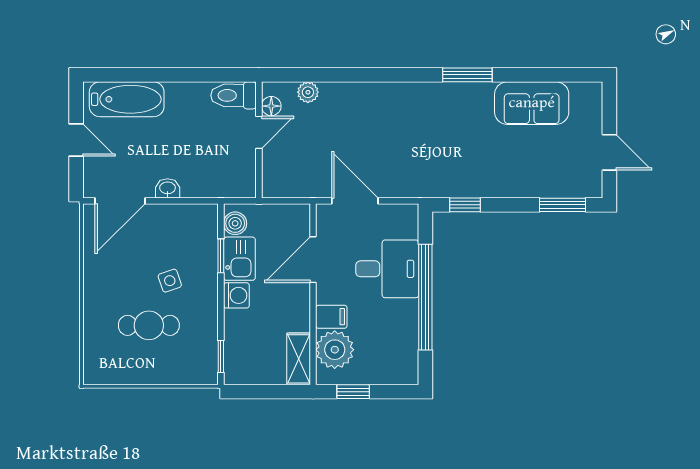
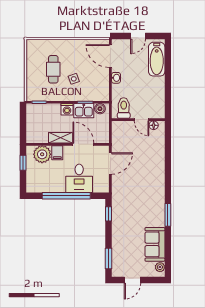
plant: (308, 92) -> (160, 267), moved
toilet: (234, 95) -> (124, 108), moved
shelving: (299, 359) -> (60, 138), moved

